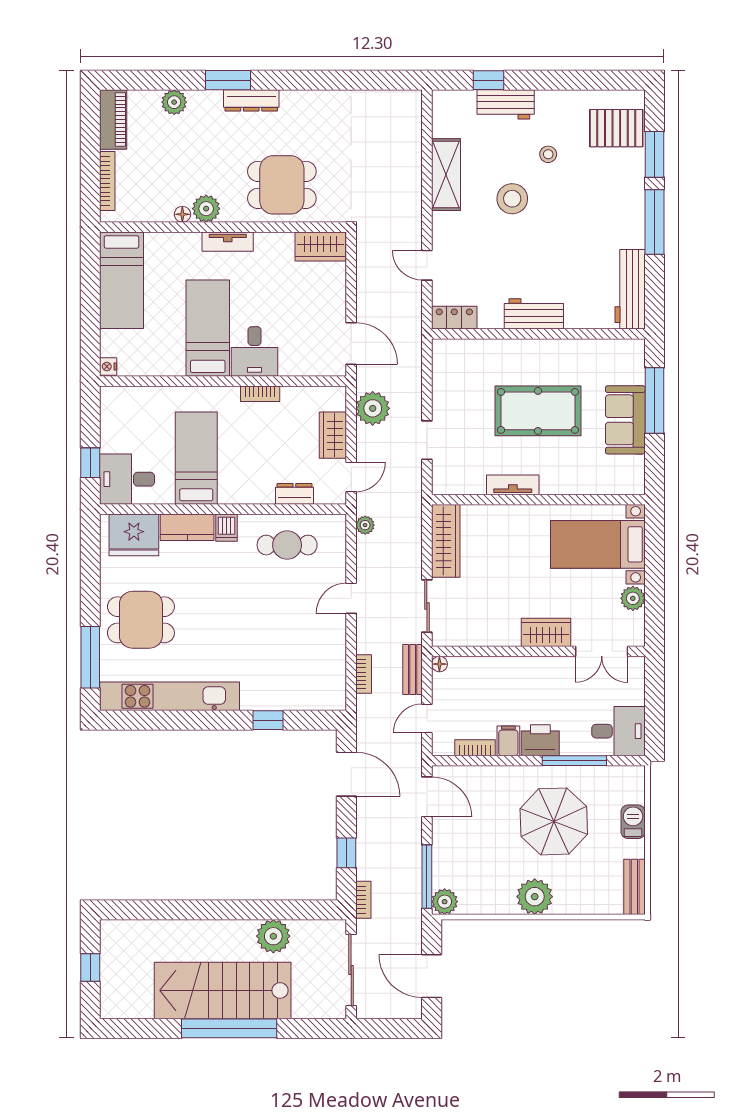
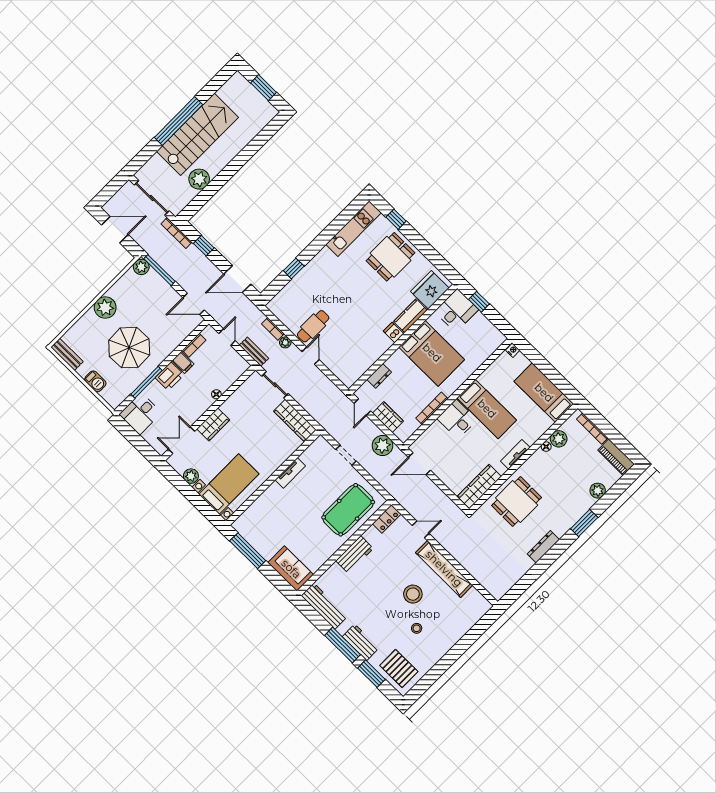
window: (488, 80) -> (474, 634), removed
dresser: (251, 100) -> (543, 547), moved
workbench: (506, 104) -> (361, 642), moved, turned 90
pallet: (616, 128) -> (399, 669), turned 90
shelving: (446, 175) -> (444, 569), width x1.47
plant: (206, 209) -> (559, 439), moved
wardrobe: (320, 246) -> (479, 486), width x1.50
bookcase: (260, 394) -> (432, 408), width x1.56
window: (655, 400) -> (248, 551), moved
pool table: (538, 411) -> (348, 510), moved
sofa: (625, 420) -> (291, 569), moved
bed: (196, 458) -> (432, 353), width x1.50
plant: (365, 525) -> (285, 342), moved
cafe table: (287, 545) -> (313, 326), moved
window: (90, 657) -> (396, 219), width x0.46
floor lamp: (439, 664) -> (216, 394), moved
kitchen unit: (170, 696) -> (354, 229), width x0.73
bookcase: (363, 900) -> (177, 233), width x1.56
window: (90, 967) -> (263, 88), width x1.50

